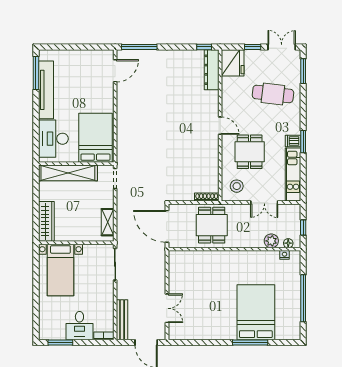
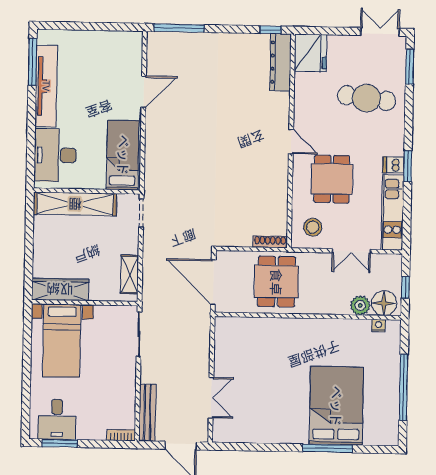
window: (253, 47) -> (339, 31), removed
door: (115, 71) -> (144, 92), moved
bed: (95, 138) -> (123, 155), width x0.67
wardrobe: (46, 221) -> (60, 289), moved, turned -90
floor lamp: (288, 243) -> (384, 303), width x1.89, depth x1.89
desk: (79, 326) -> (57, 419), moved

